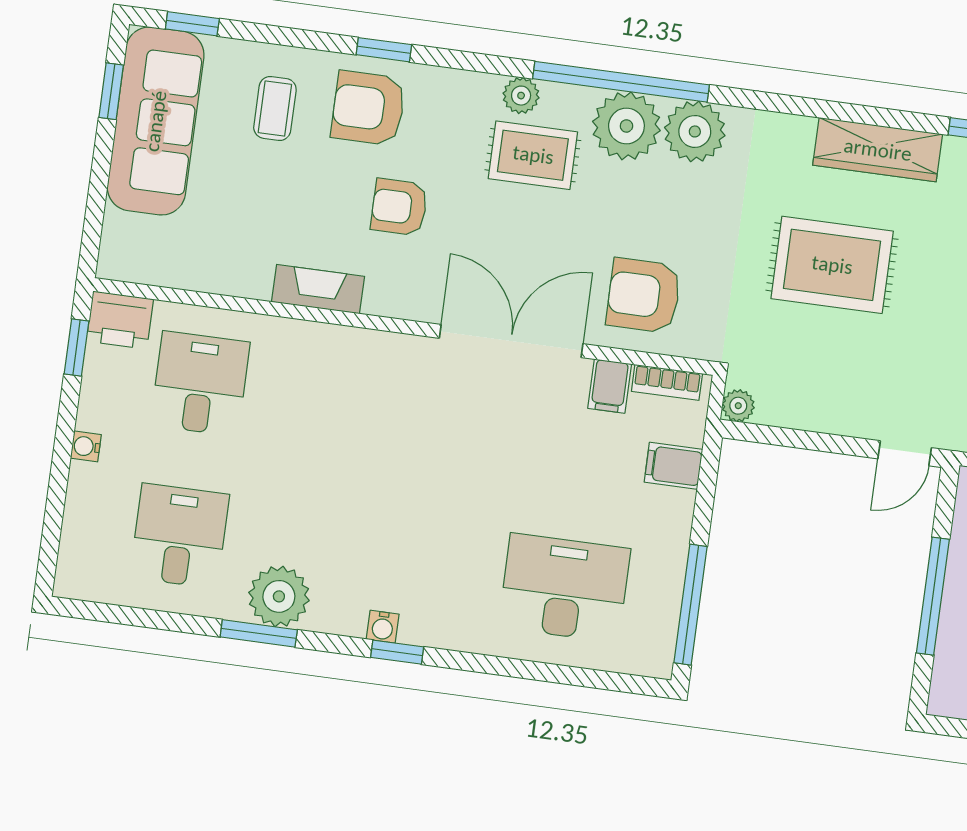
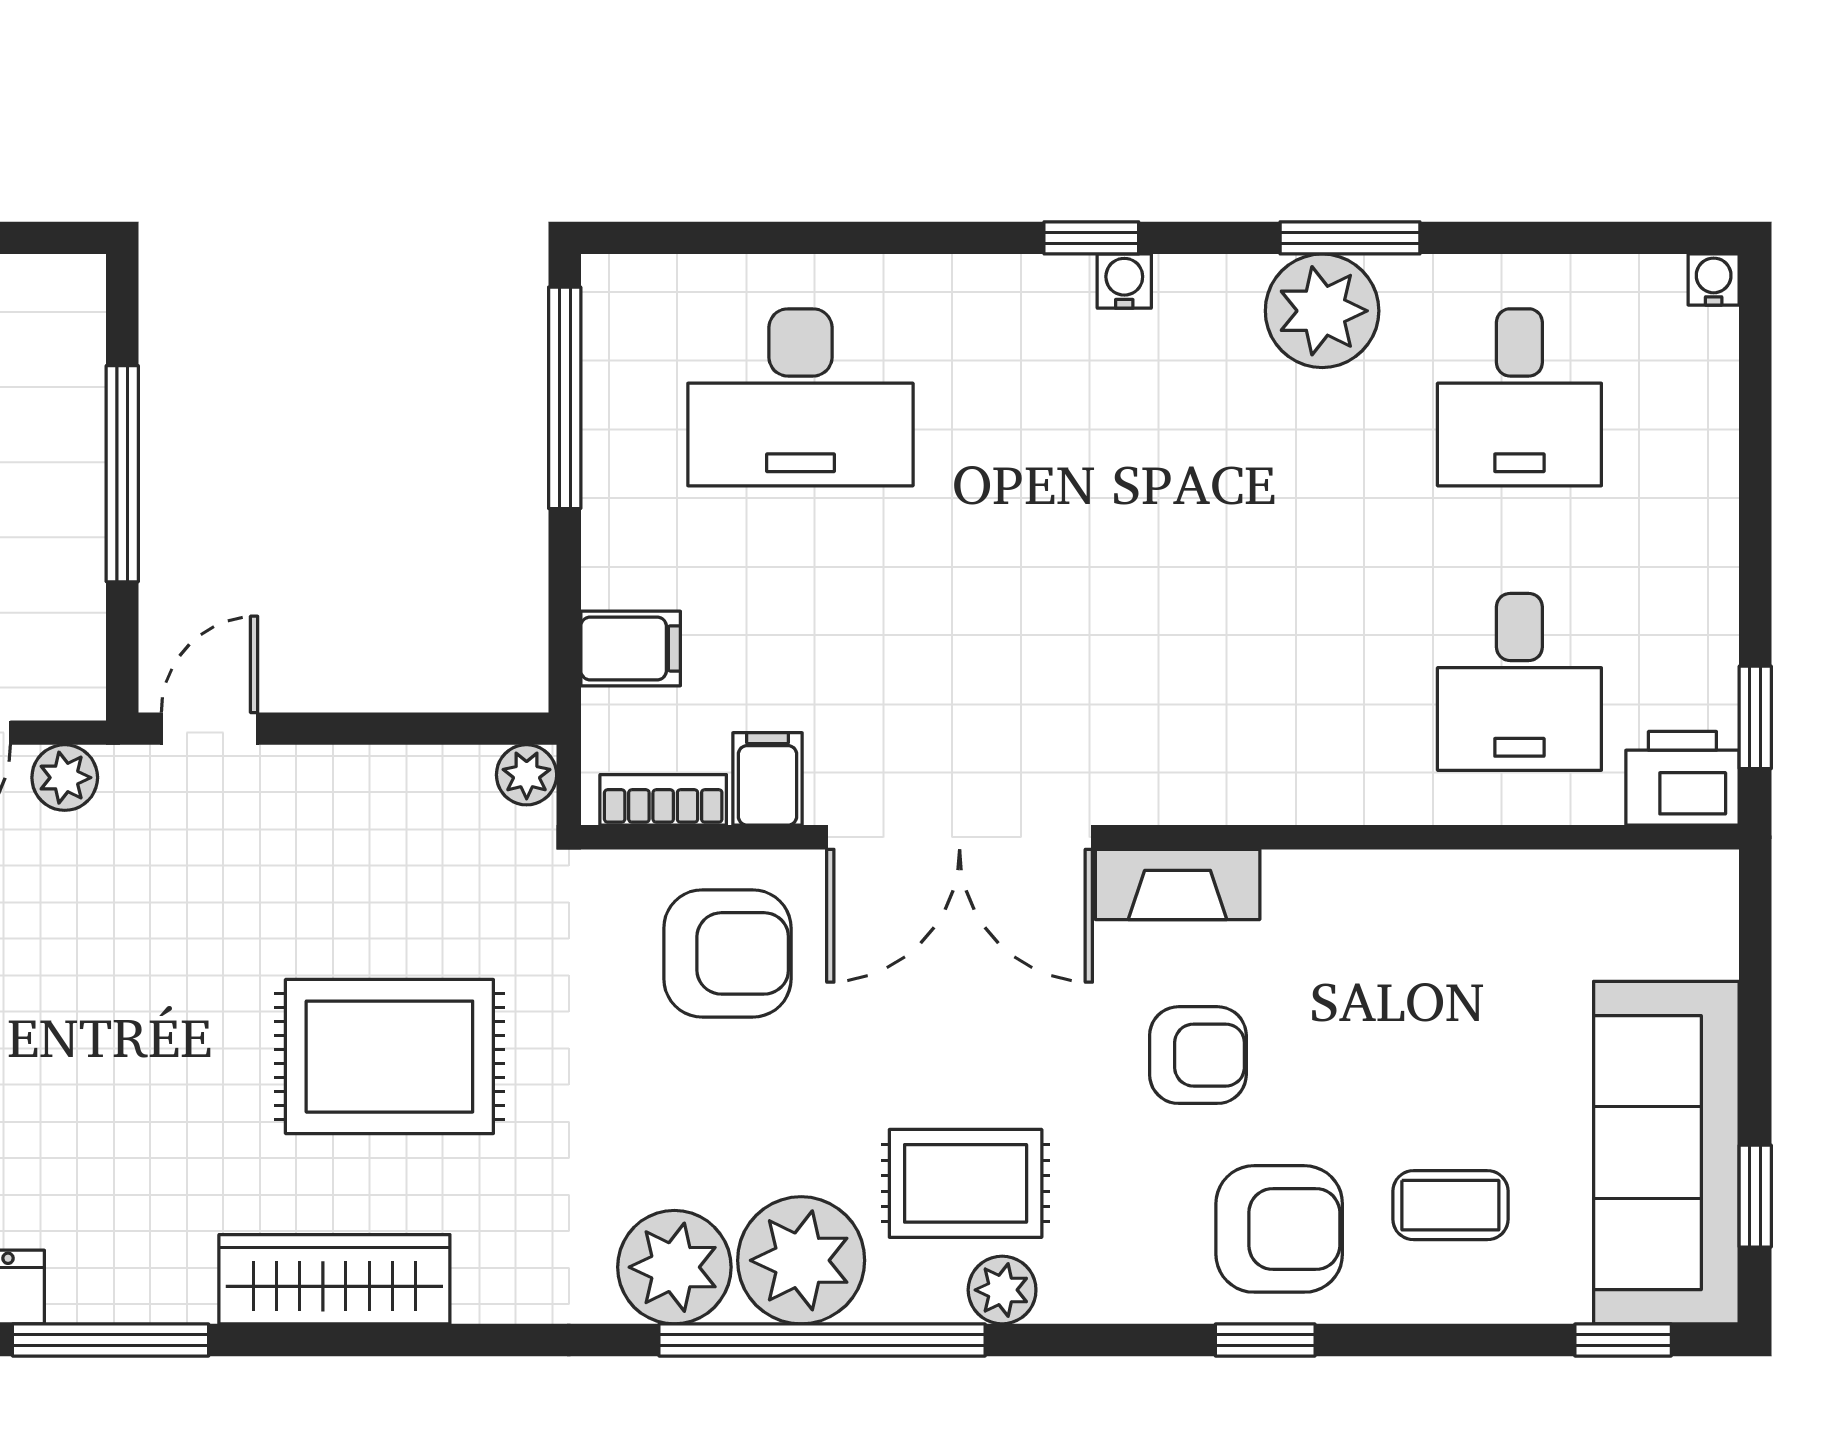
coffee table: (275, 108) -> (1450, 1205), turned 90
fireplace: (318, 289) -> (1178, 884), moved
water cooler: (86, 446) -> (1714, 280), moved, turned -90

